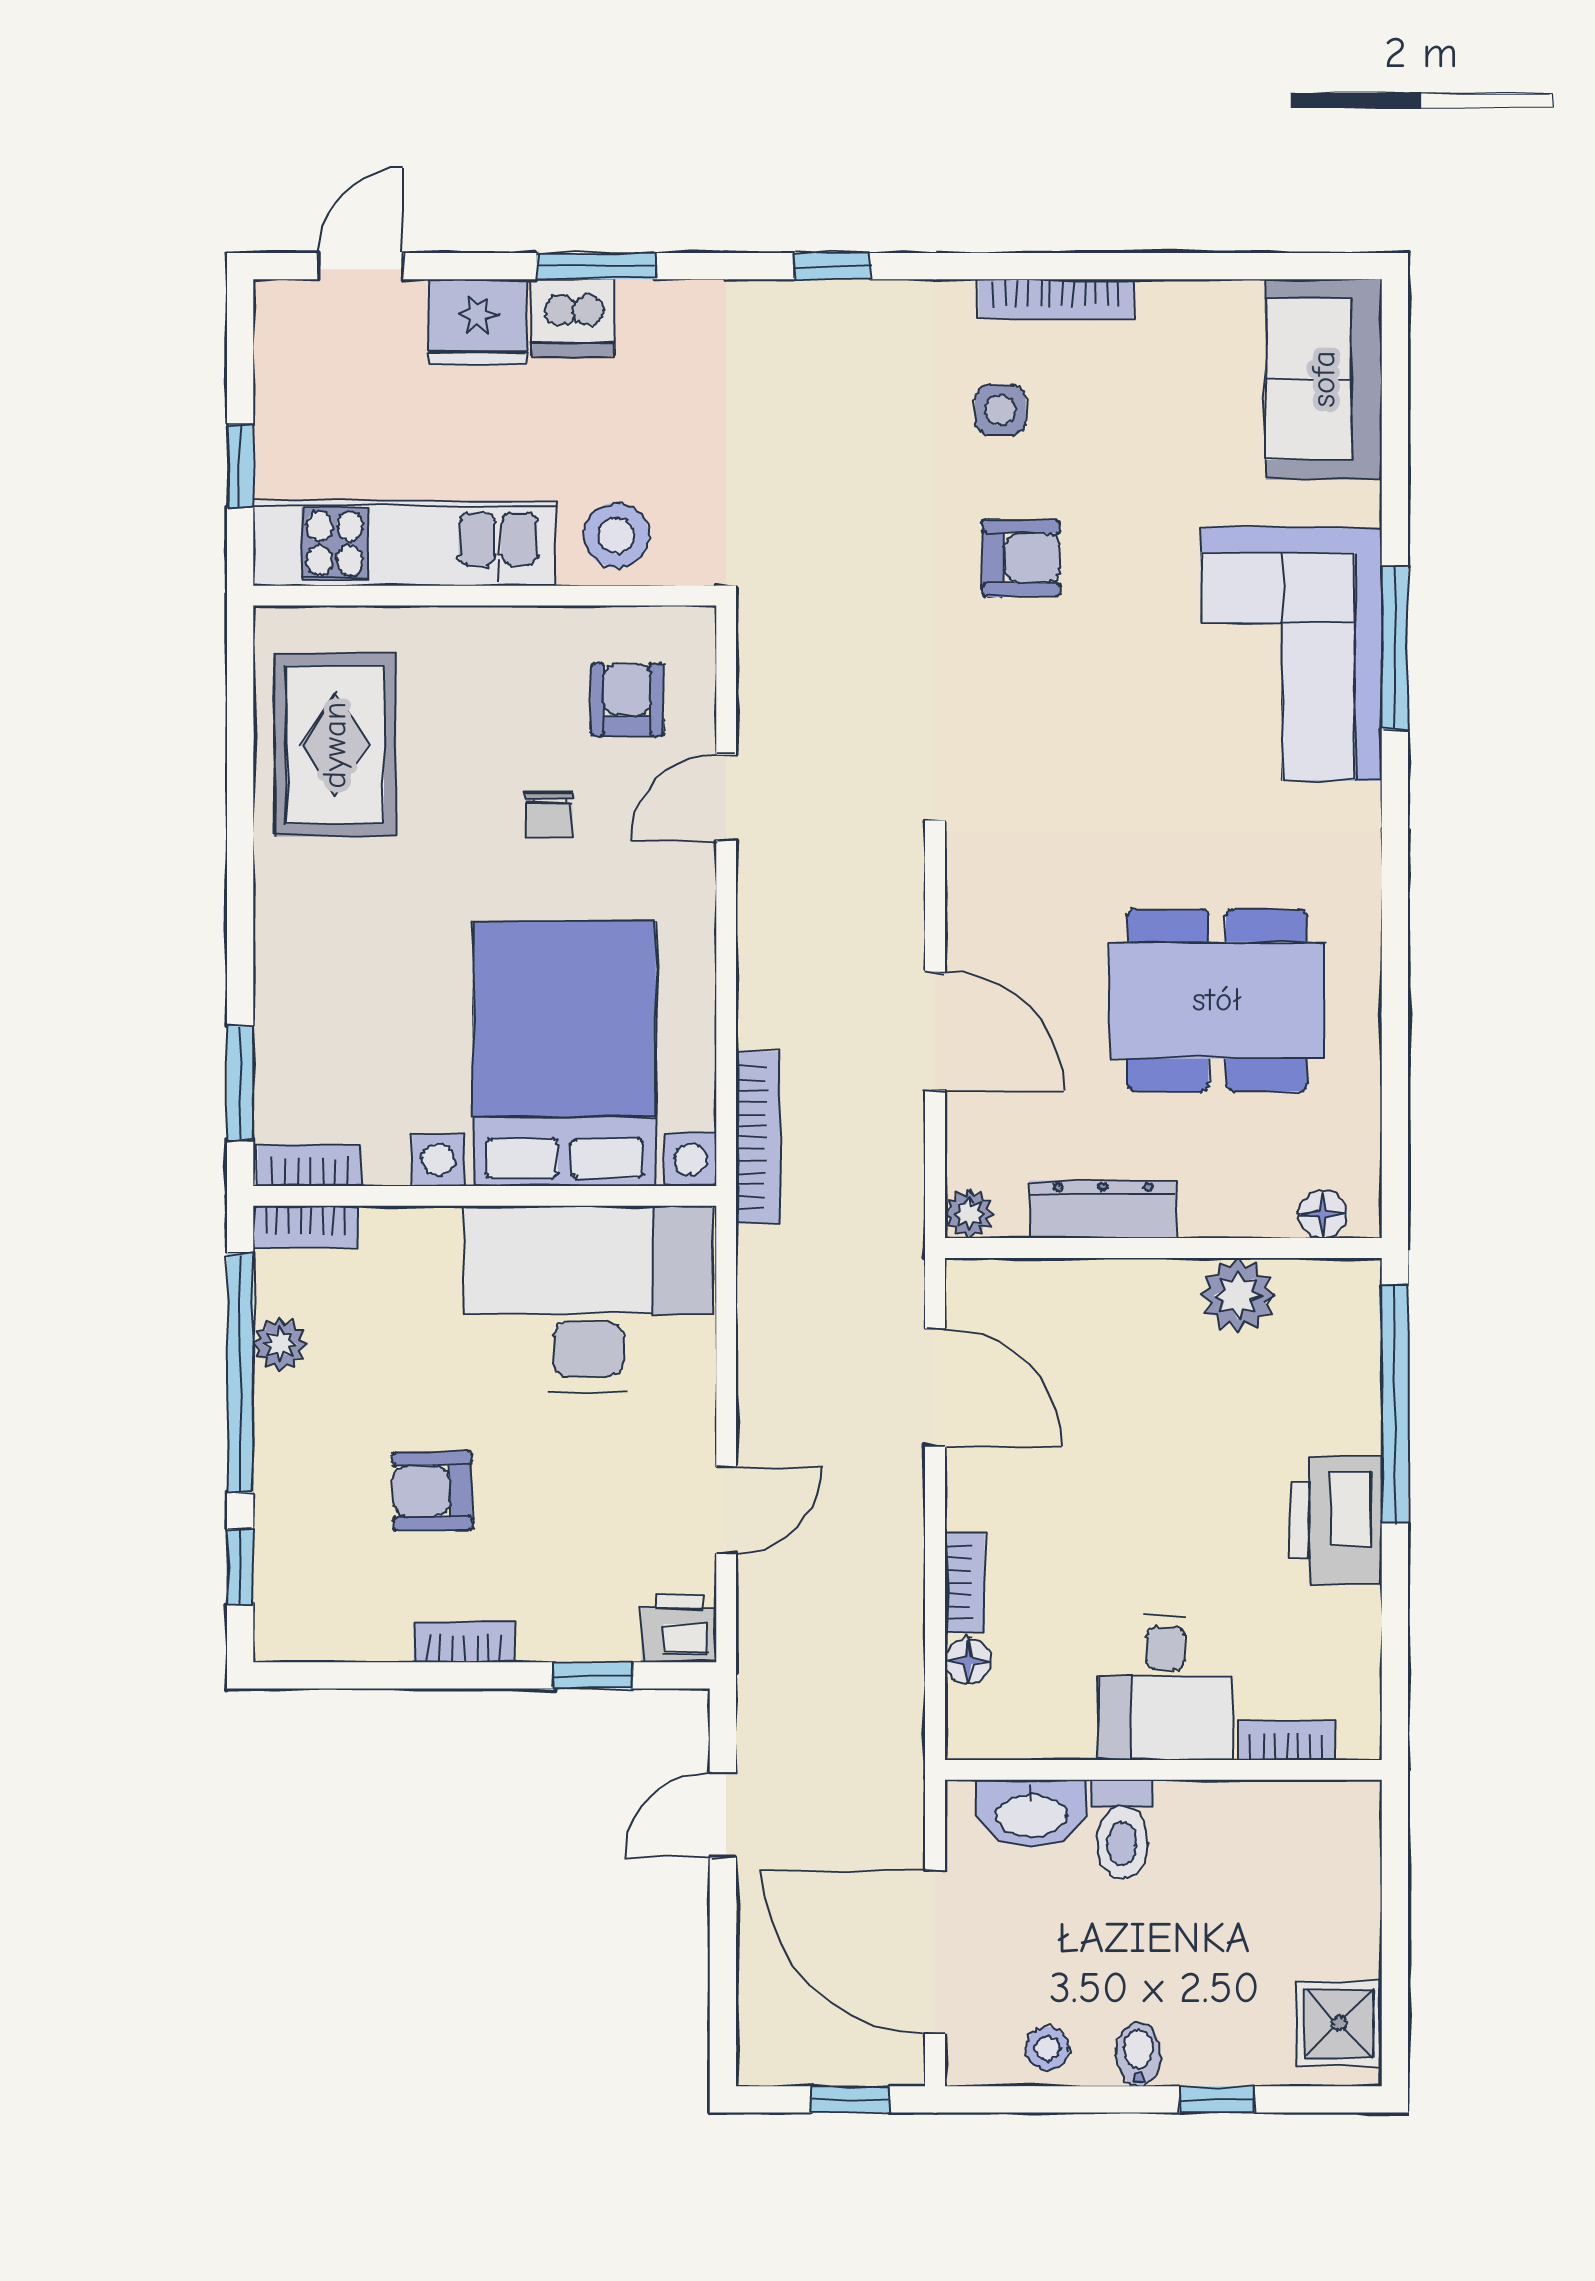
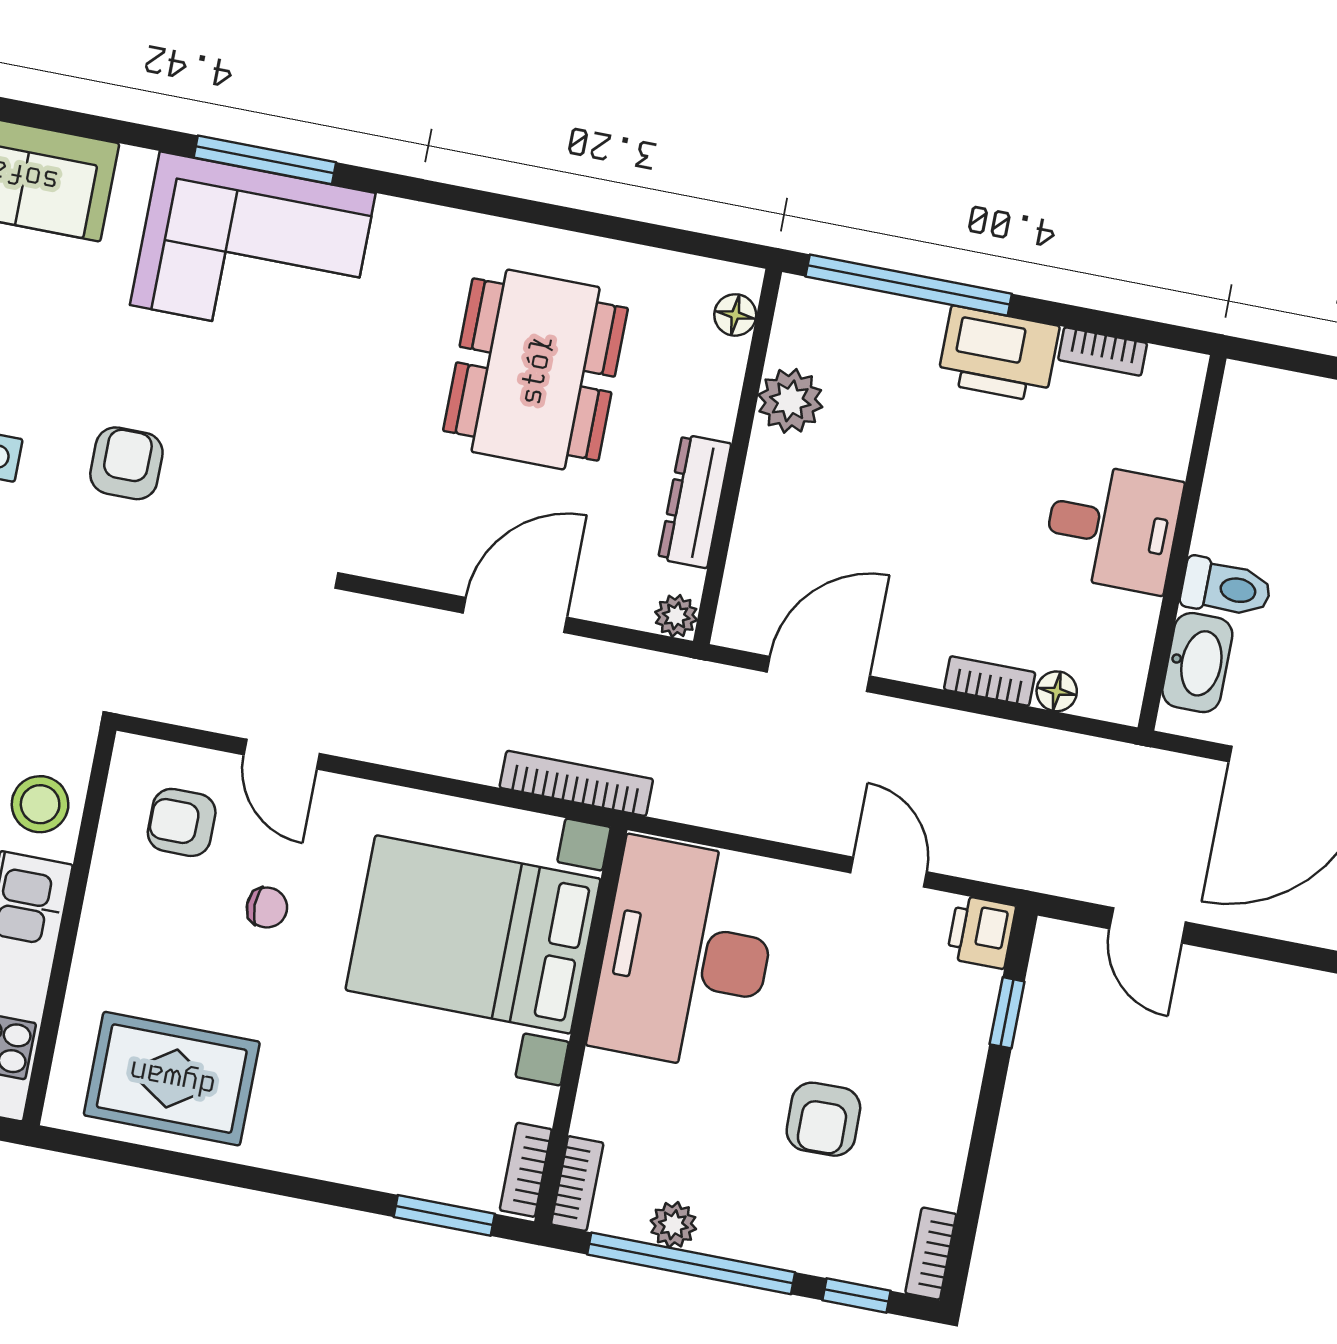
bookcase: (464, 1642) -> (931, 1254), moved
bookcase: (1287, 1741) -> (1103, 351), moved, turned -90

